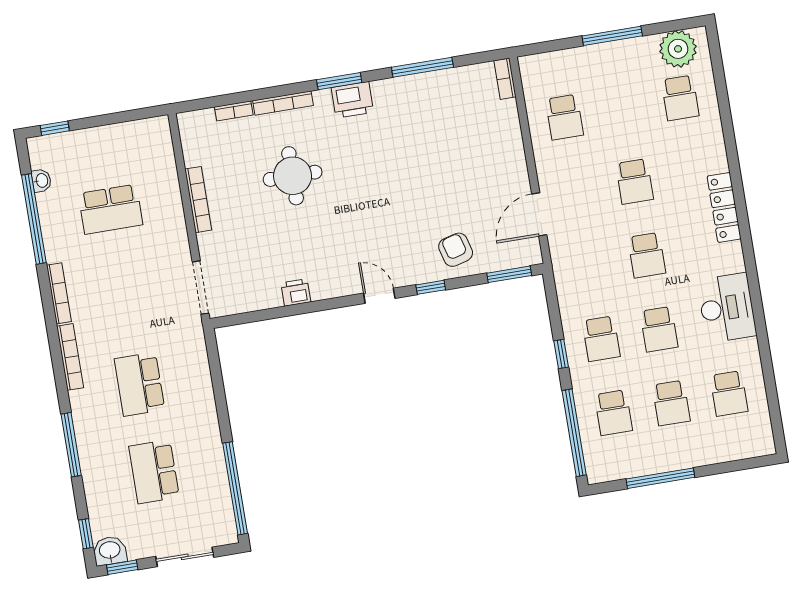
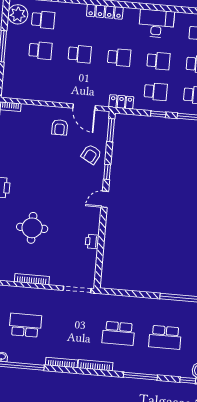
school desk: (565, 117) -> (40, 51), moved
armchair: (490, 179) -> (60, 127), added
school desk: (111, 209) -> (25, 325), turned -90
armchair: (456, 250) -> (91, 154), turned -46
locker: (566, 280) -> (121, 102), added

